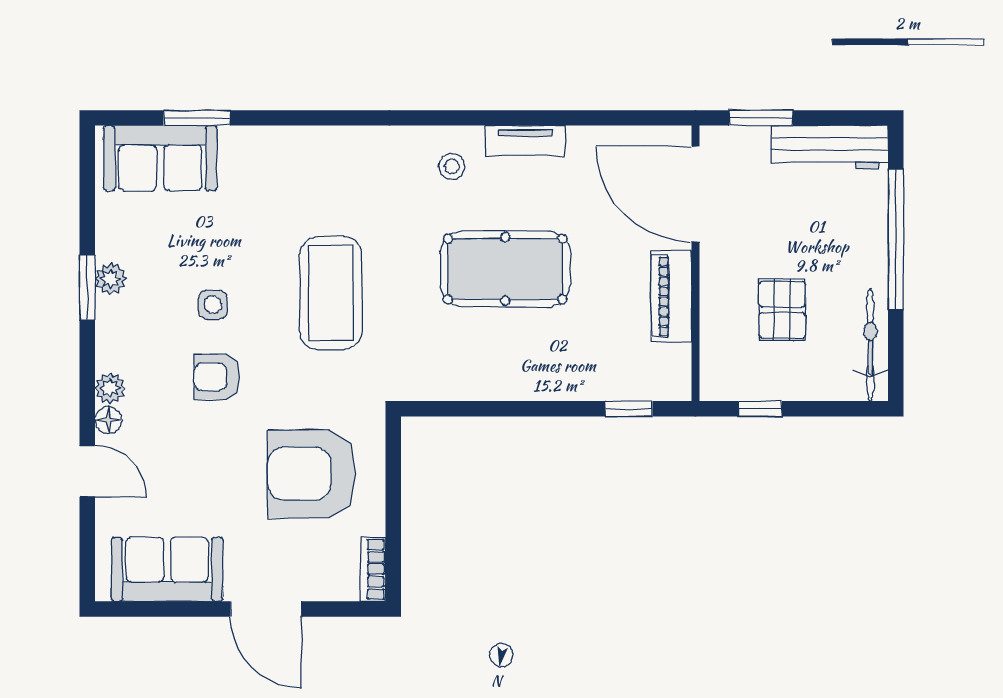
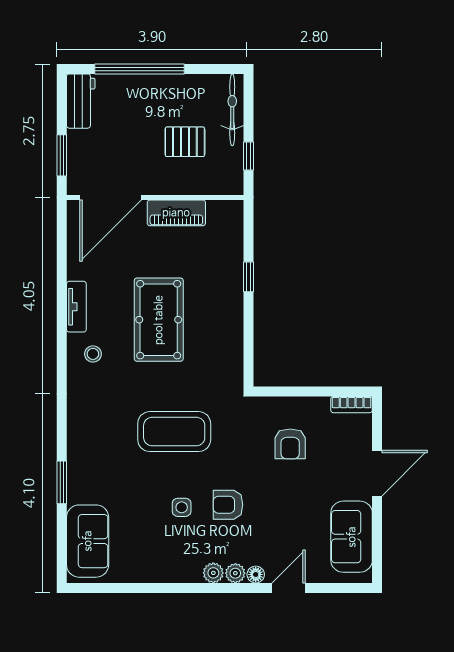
window: (197, 118) -> (62, 482), moved
workbench: (830, 147) -> (81, 101), width x0.73
plant: (111, 279) -> (213, 573), moved
window: (87, 288) -> (171, 588), removed
bicycle: (870, 345) -> (232, 110), moved, turned 90
armchair: (217, 377) -> (228, 505), turned 90
window: (629, 409) -> (249, 277), moved
armchair: (312, 474) -> (290, 444), width x0.53, depth x0.53

